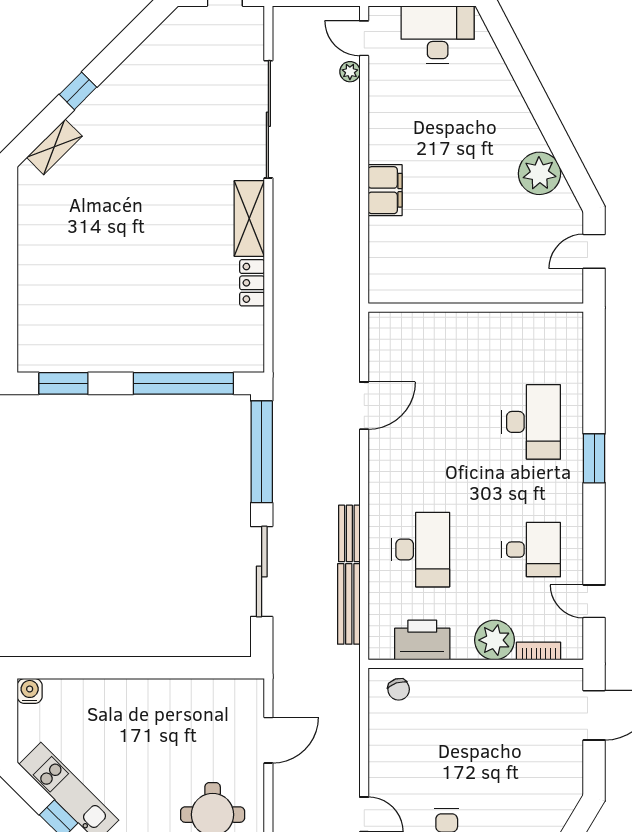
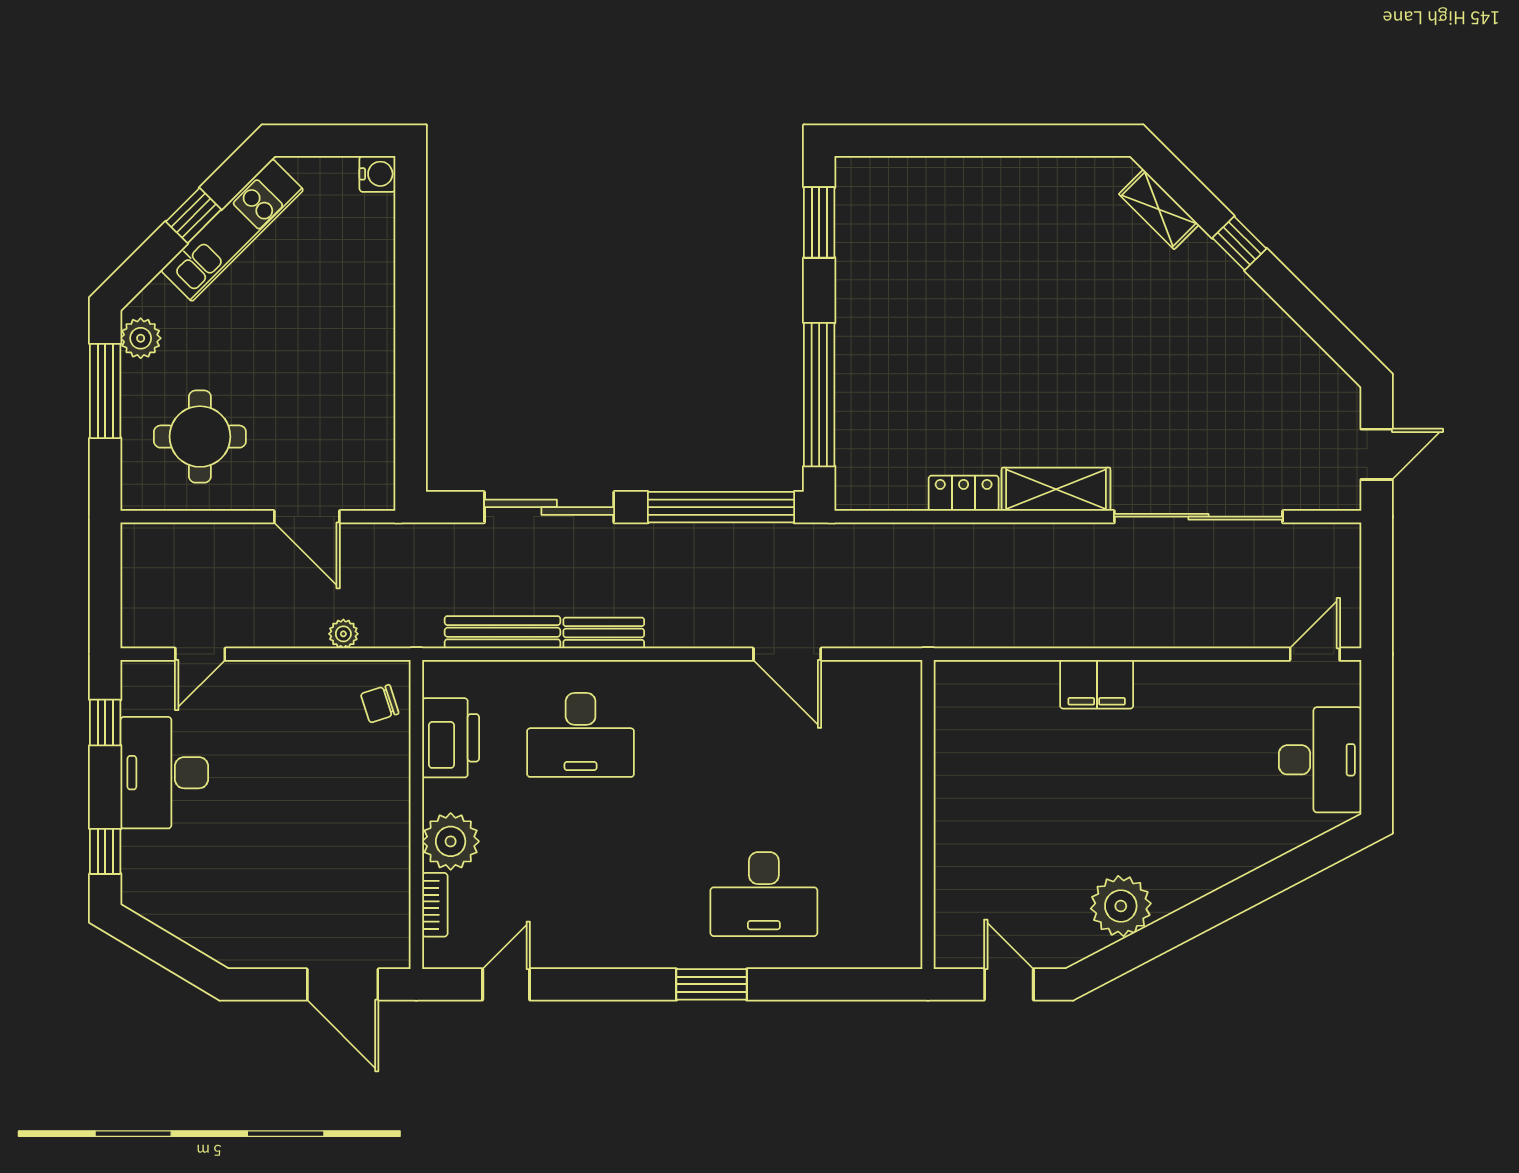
plant: (350, 72) -> (343, 634), moved
desk: (531, 550) -> (581, 894), removed

